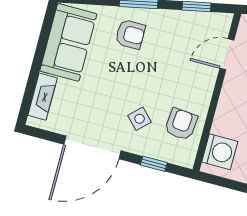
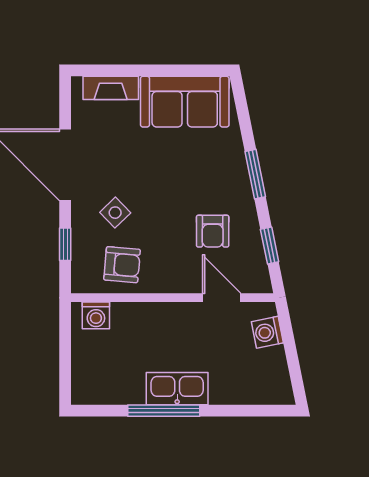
armchair: (130, 34) -> (213, 231), moved
washing machine: (220, 152) -> (96, 315), width x0.73, depth x0.73

